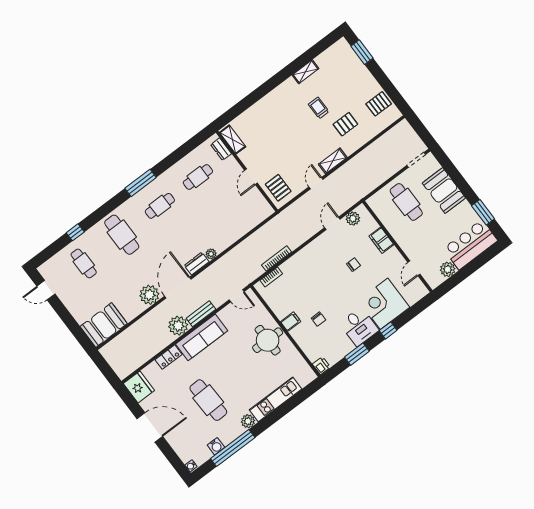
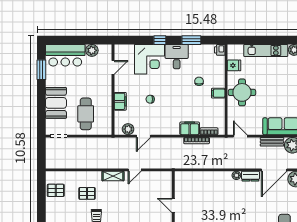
door: (251, 177) -> (173, 206), swing flipped
pallet: (278, 188) -> (161, 185), removed
filing cabinet: (293, 265) -> (190, 128), added
fridge: (296, 361) -> (234, 65), added

